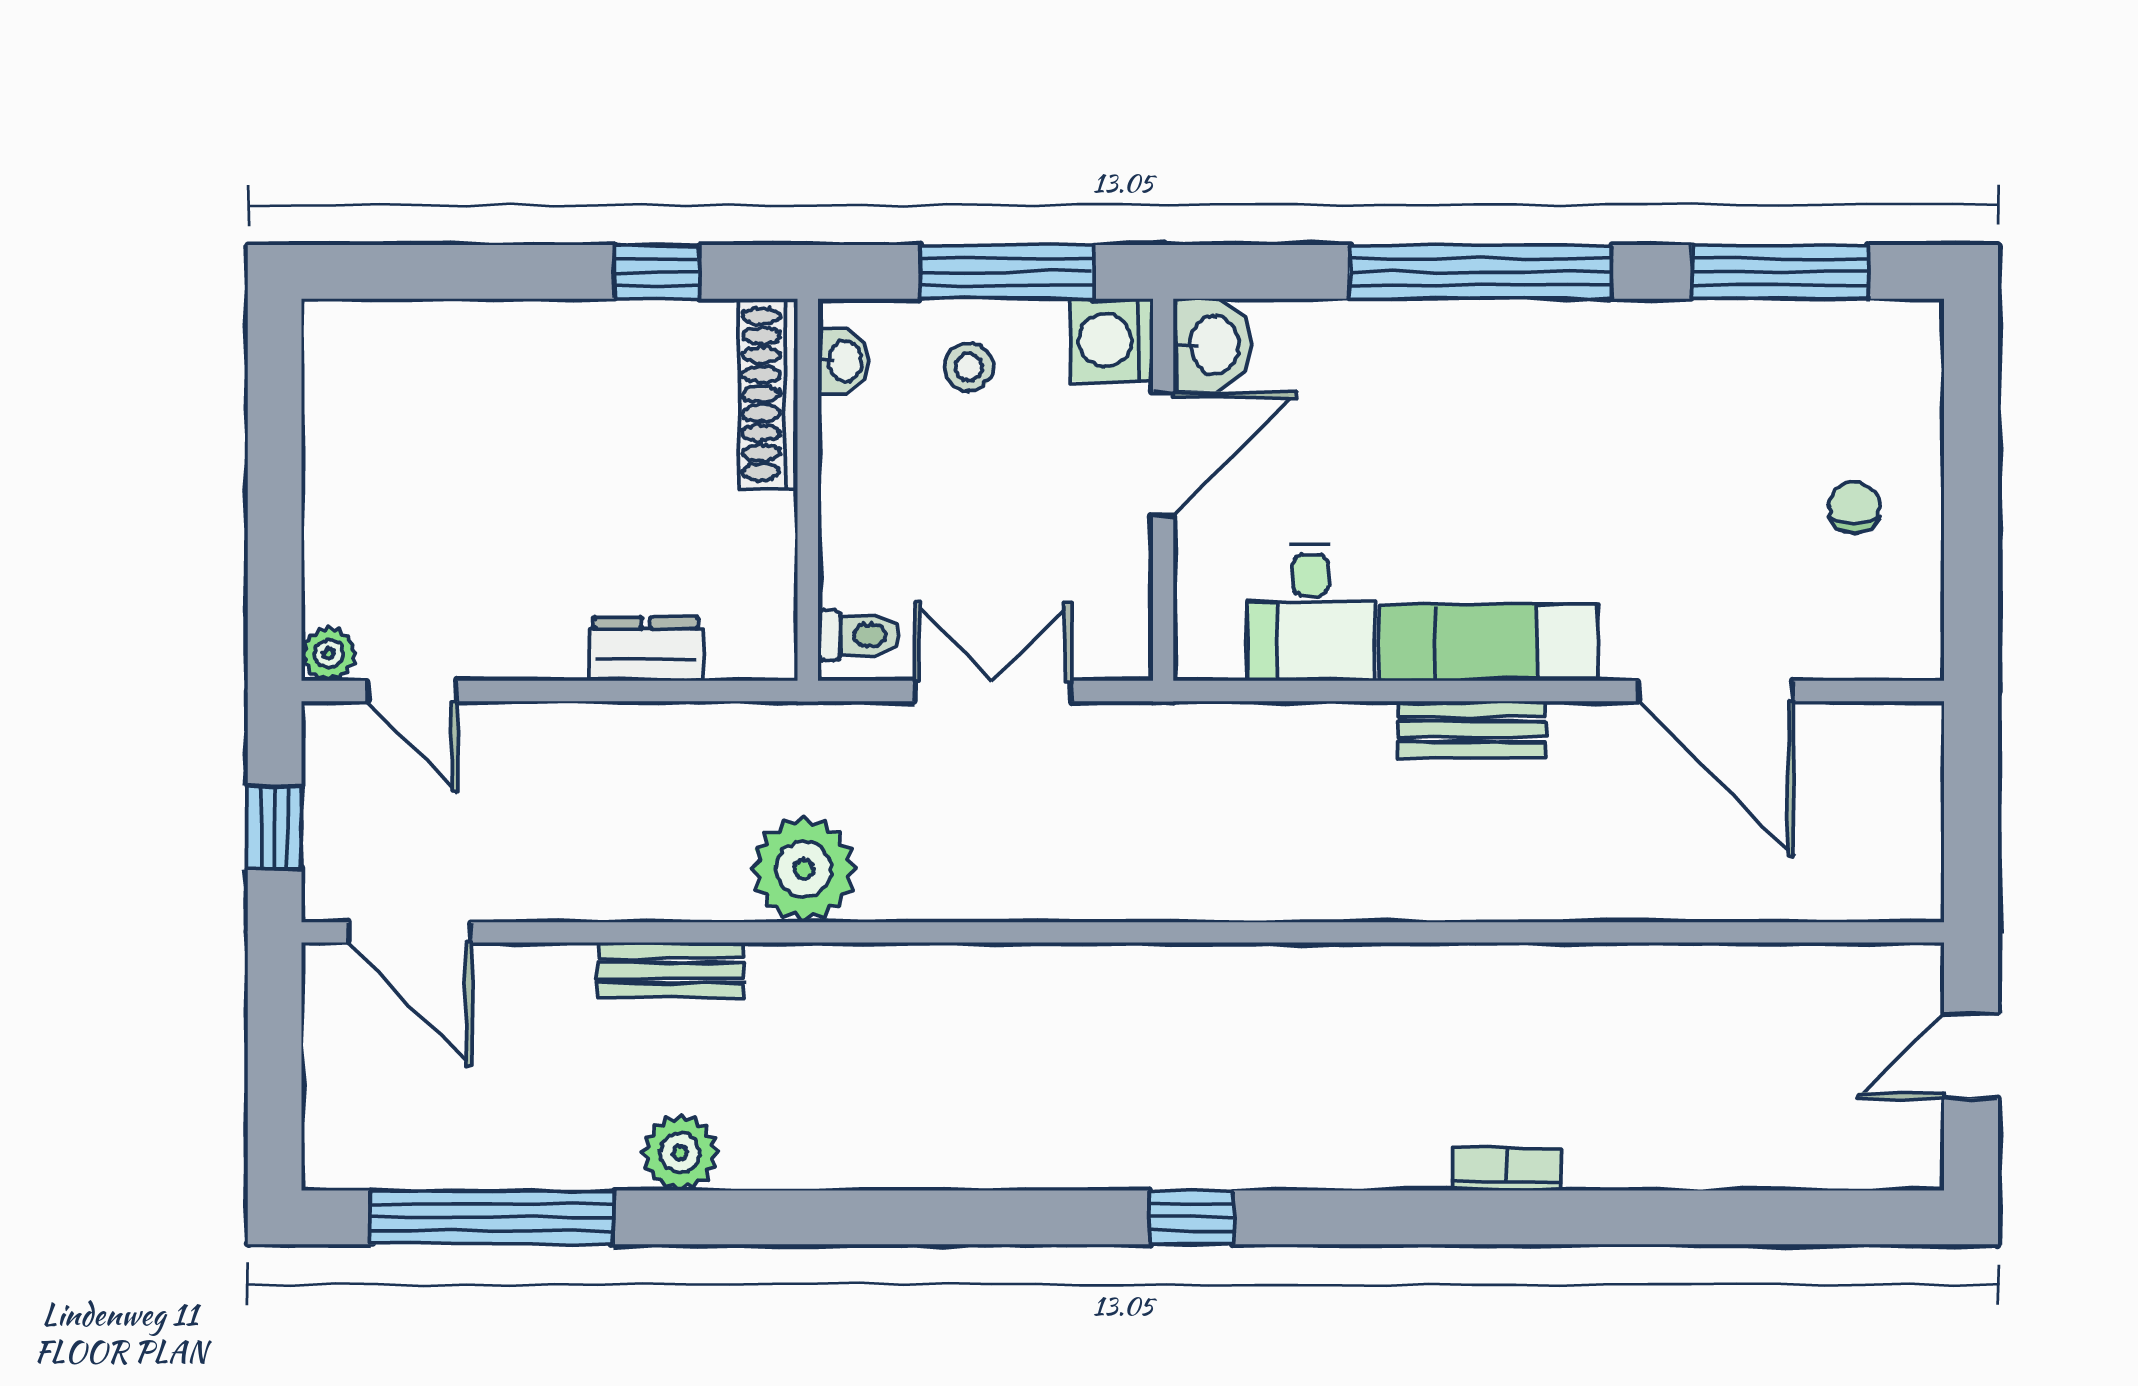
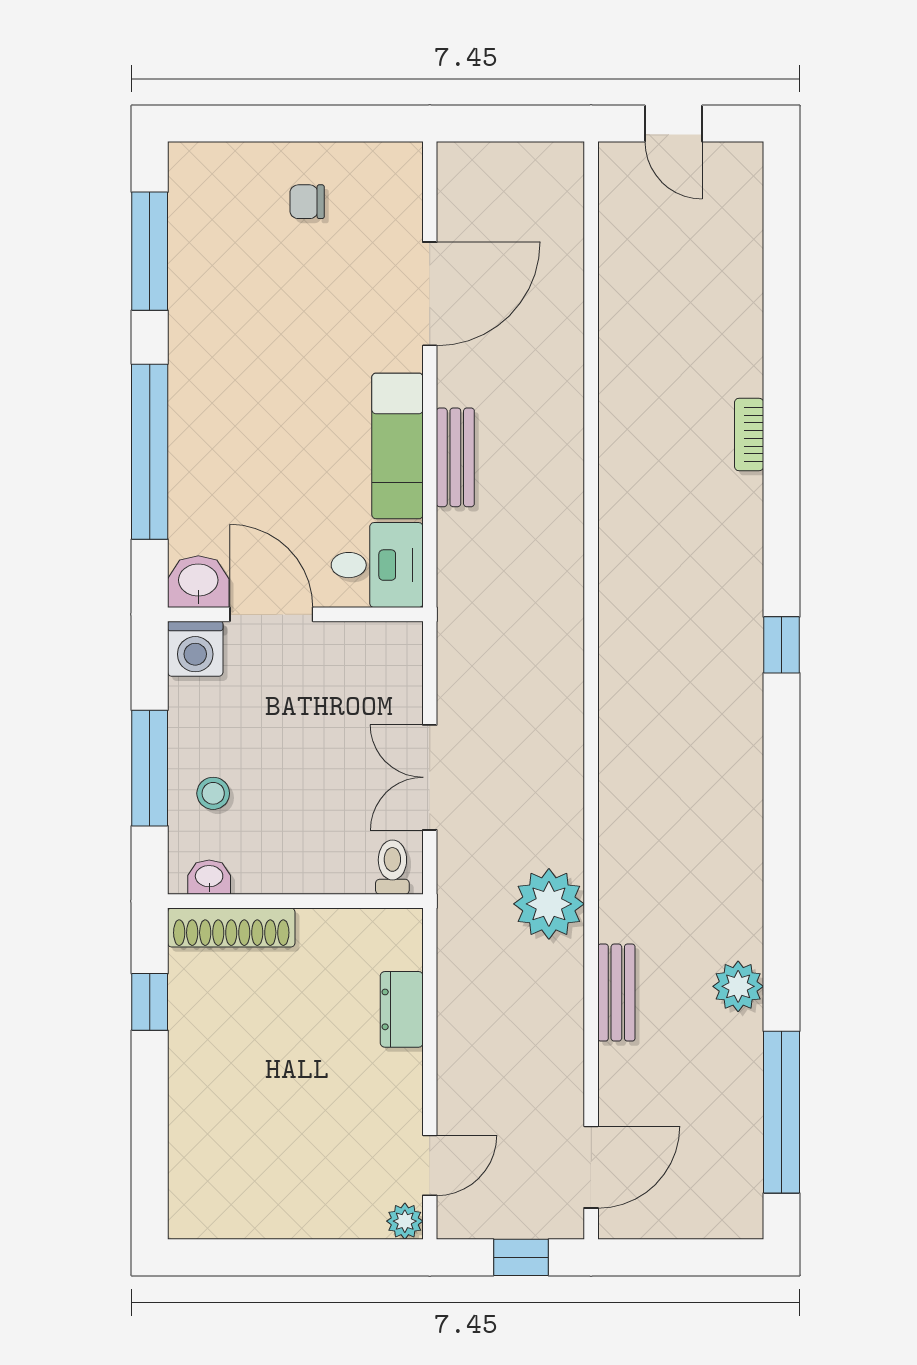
washing machine: (1112, 340) -> (195, 649), moved
washbasin: (1212, 345) -> (198, 582), moved
door: (1163, 454) -> (271, 614), moved
wall: (1163, 490) -> (295, 614), moved

